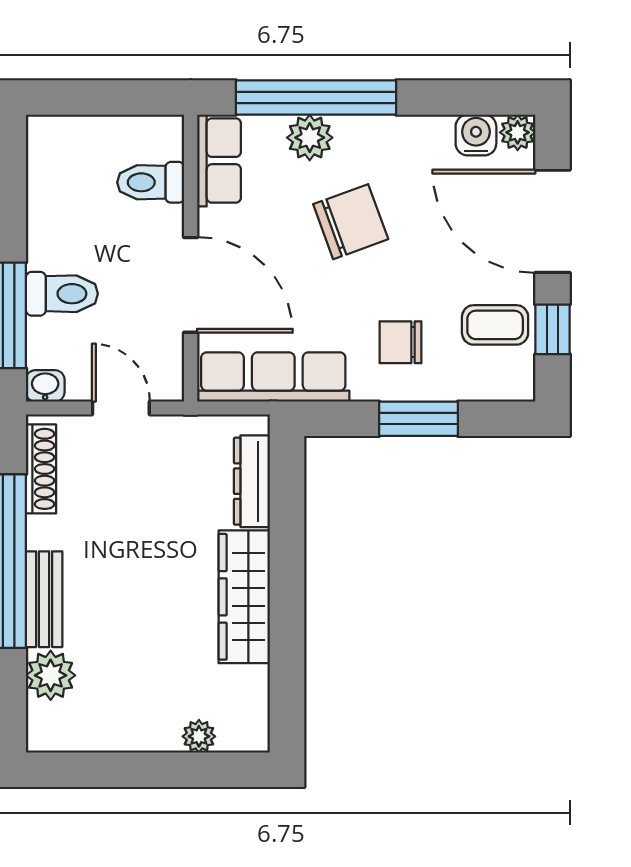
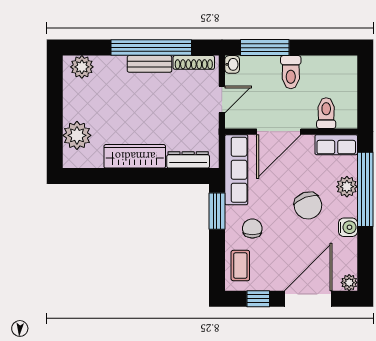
water cooler: (476, 135) -> (348, 227), moved
toilet: (62, 294) -> (291, 72), moved
coffee table: (495, 325) -> (240, 266), moved
window: (418, 419) -> (217, 211), moved
bench: (44, 599) -> (150, 64), moved
plant: (51, 675) -> (82, 67), moved
plant: (199, 736) -> (77, 135), width x1.87, depth x1.87

